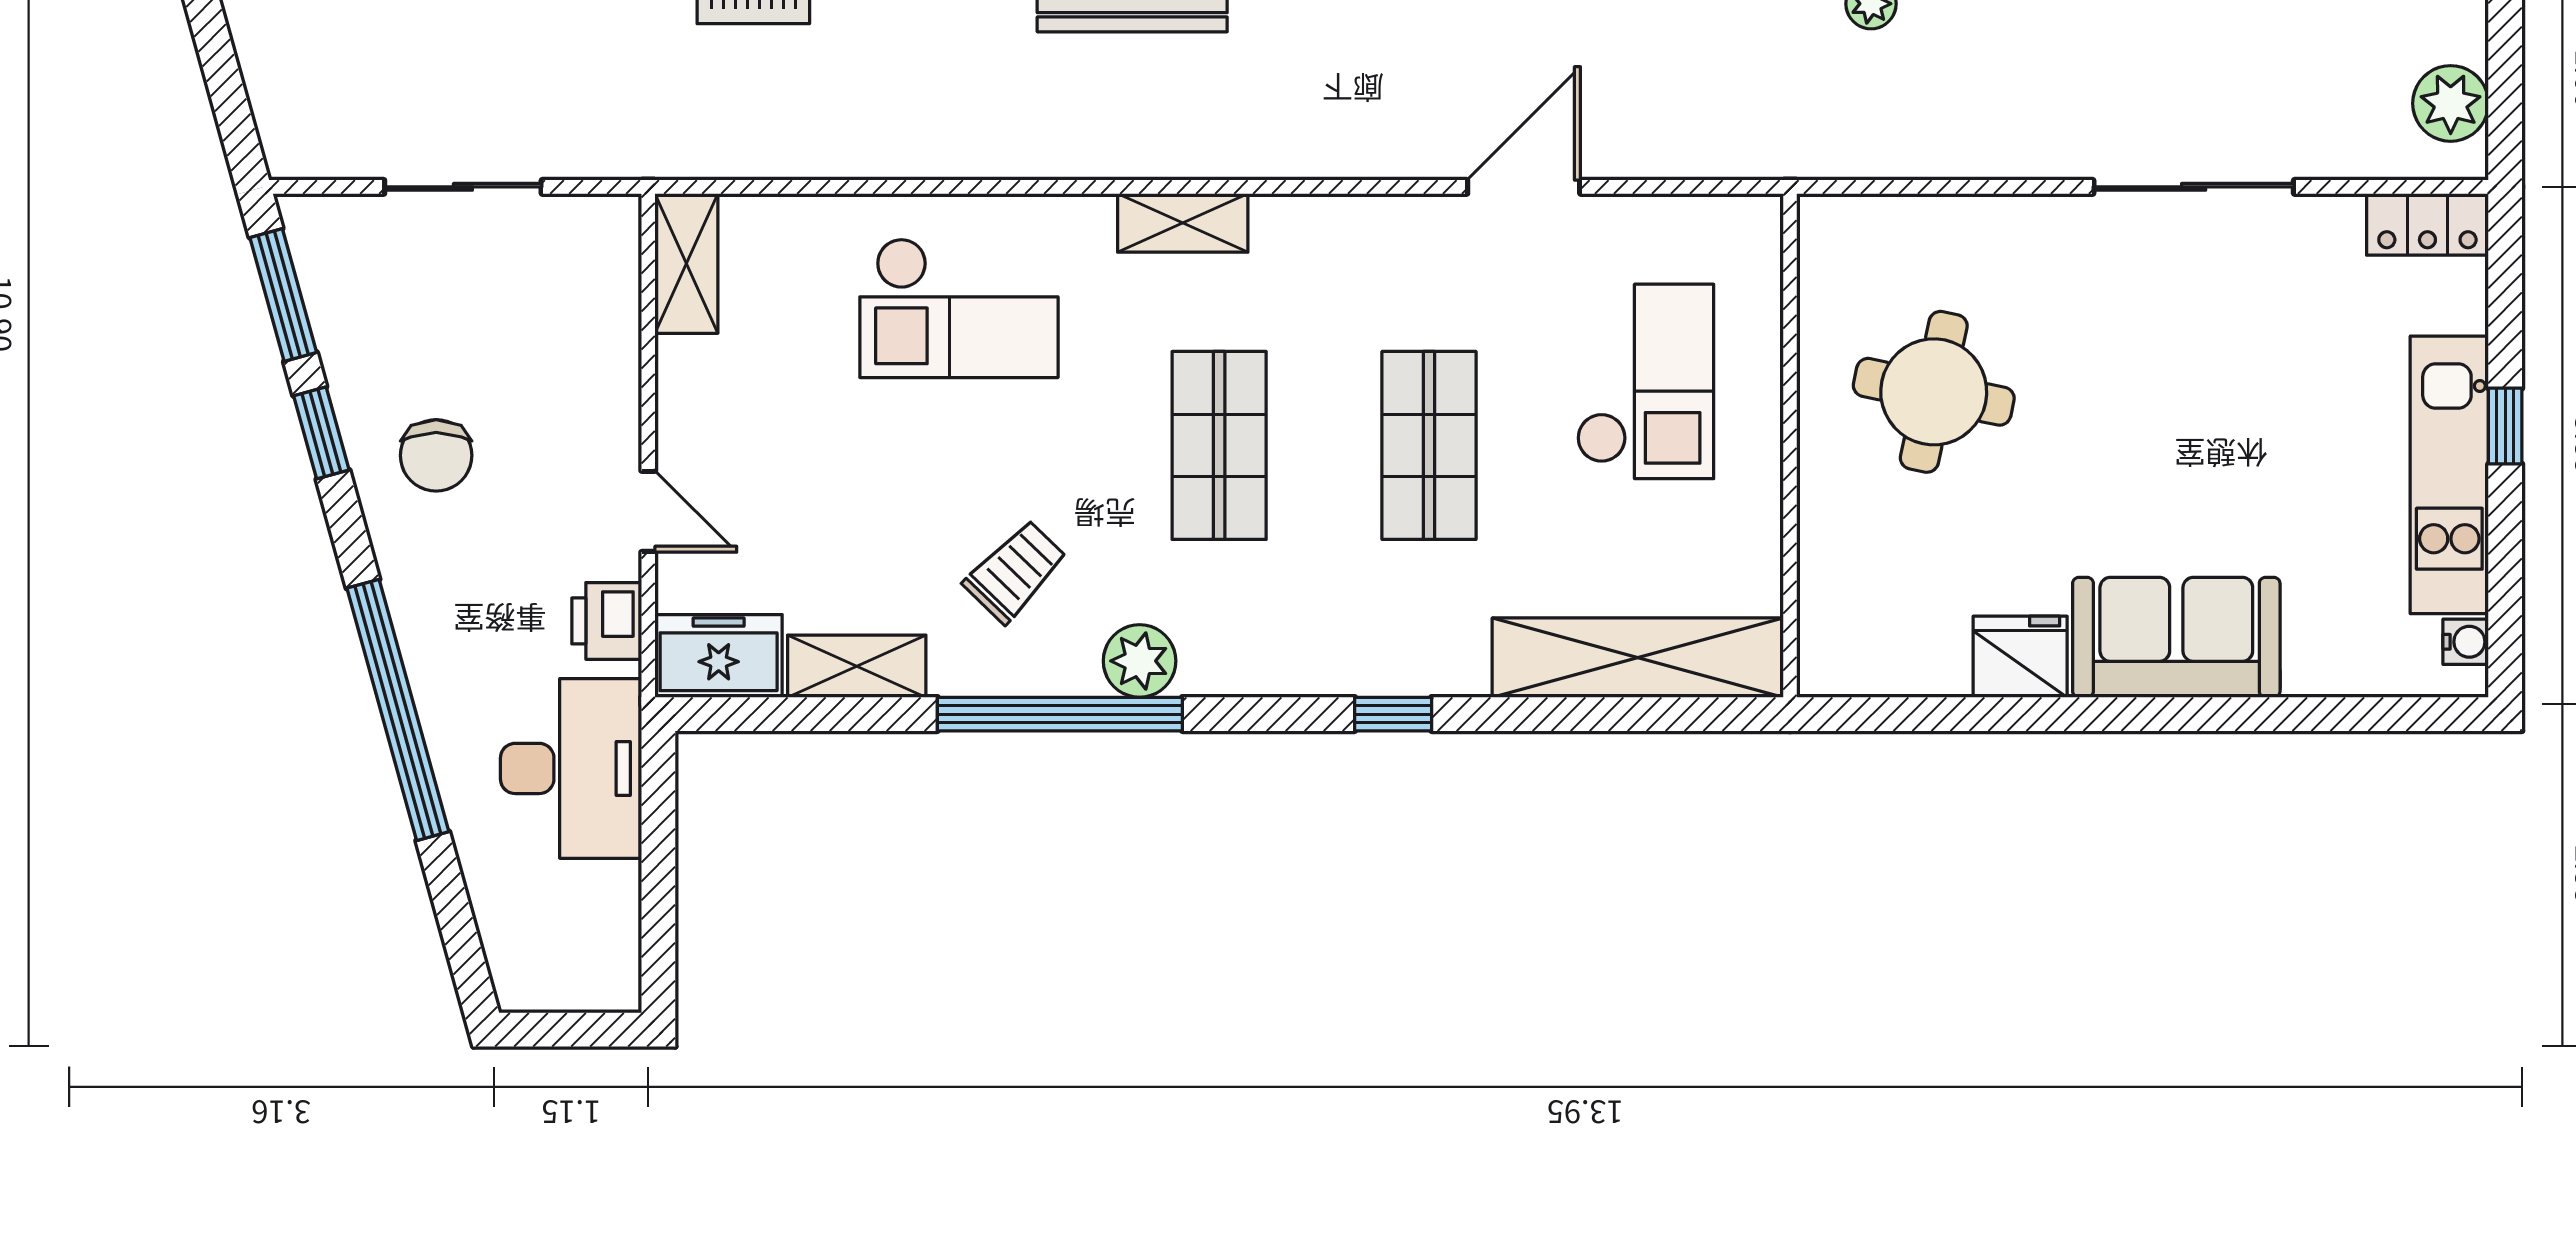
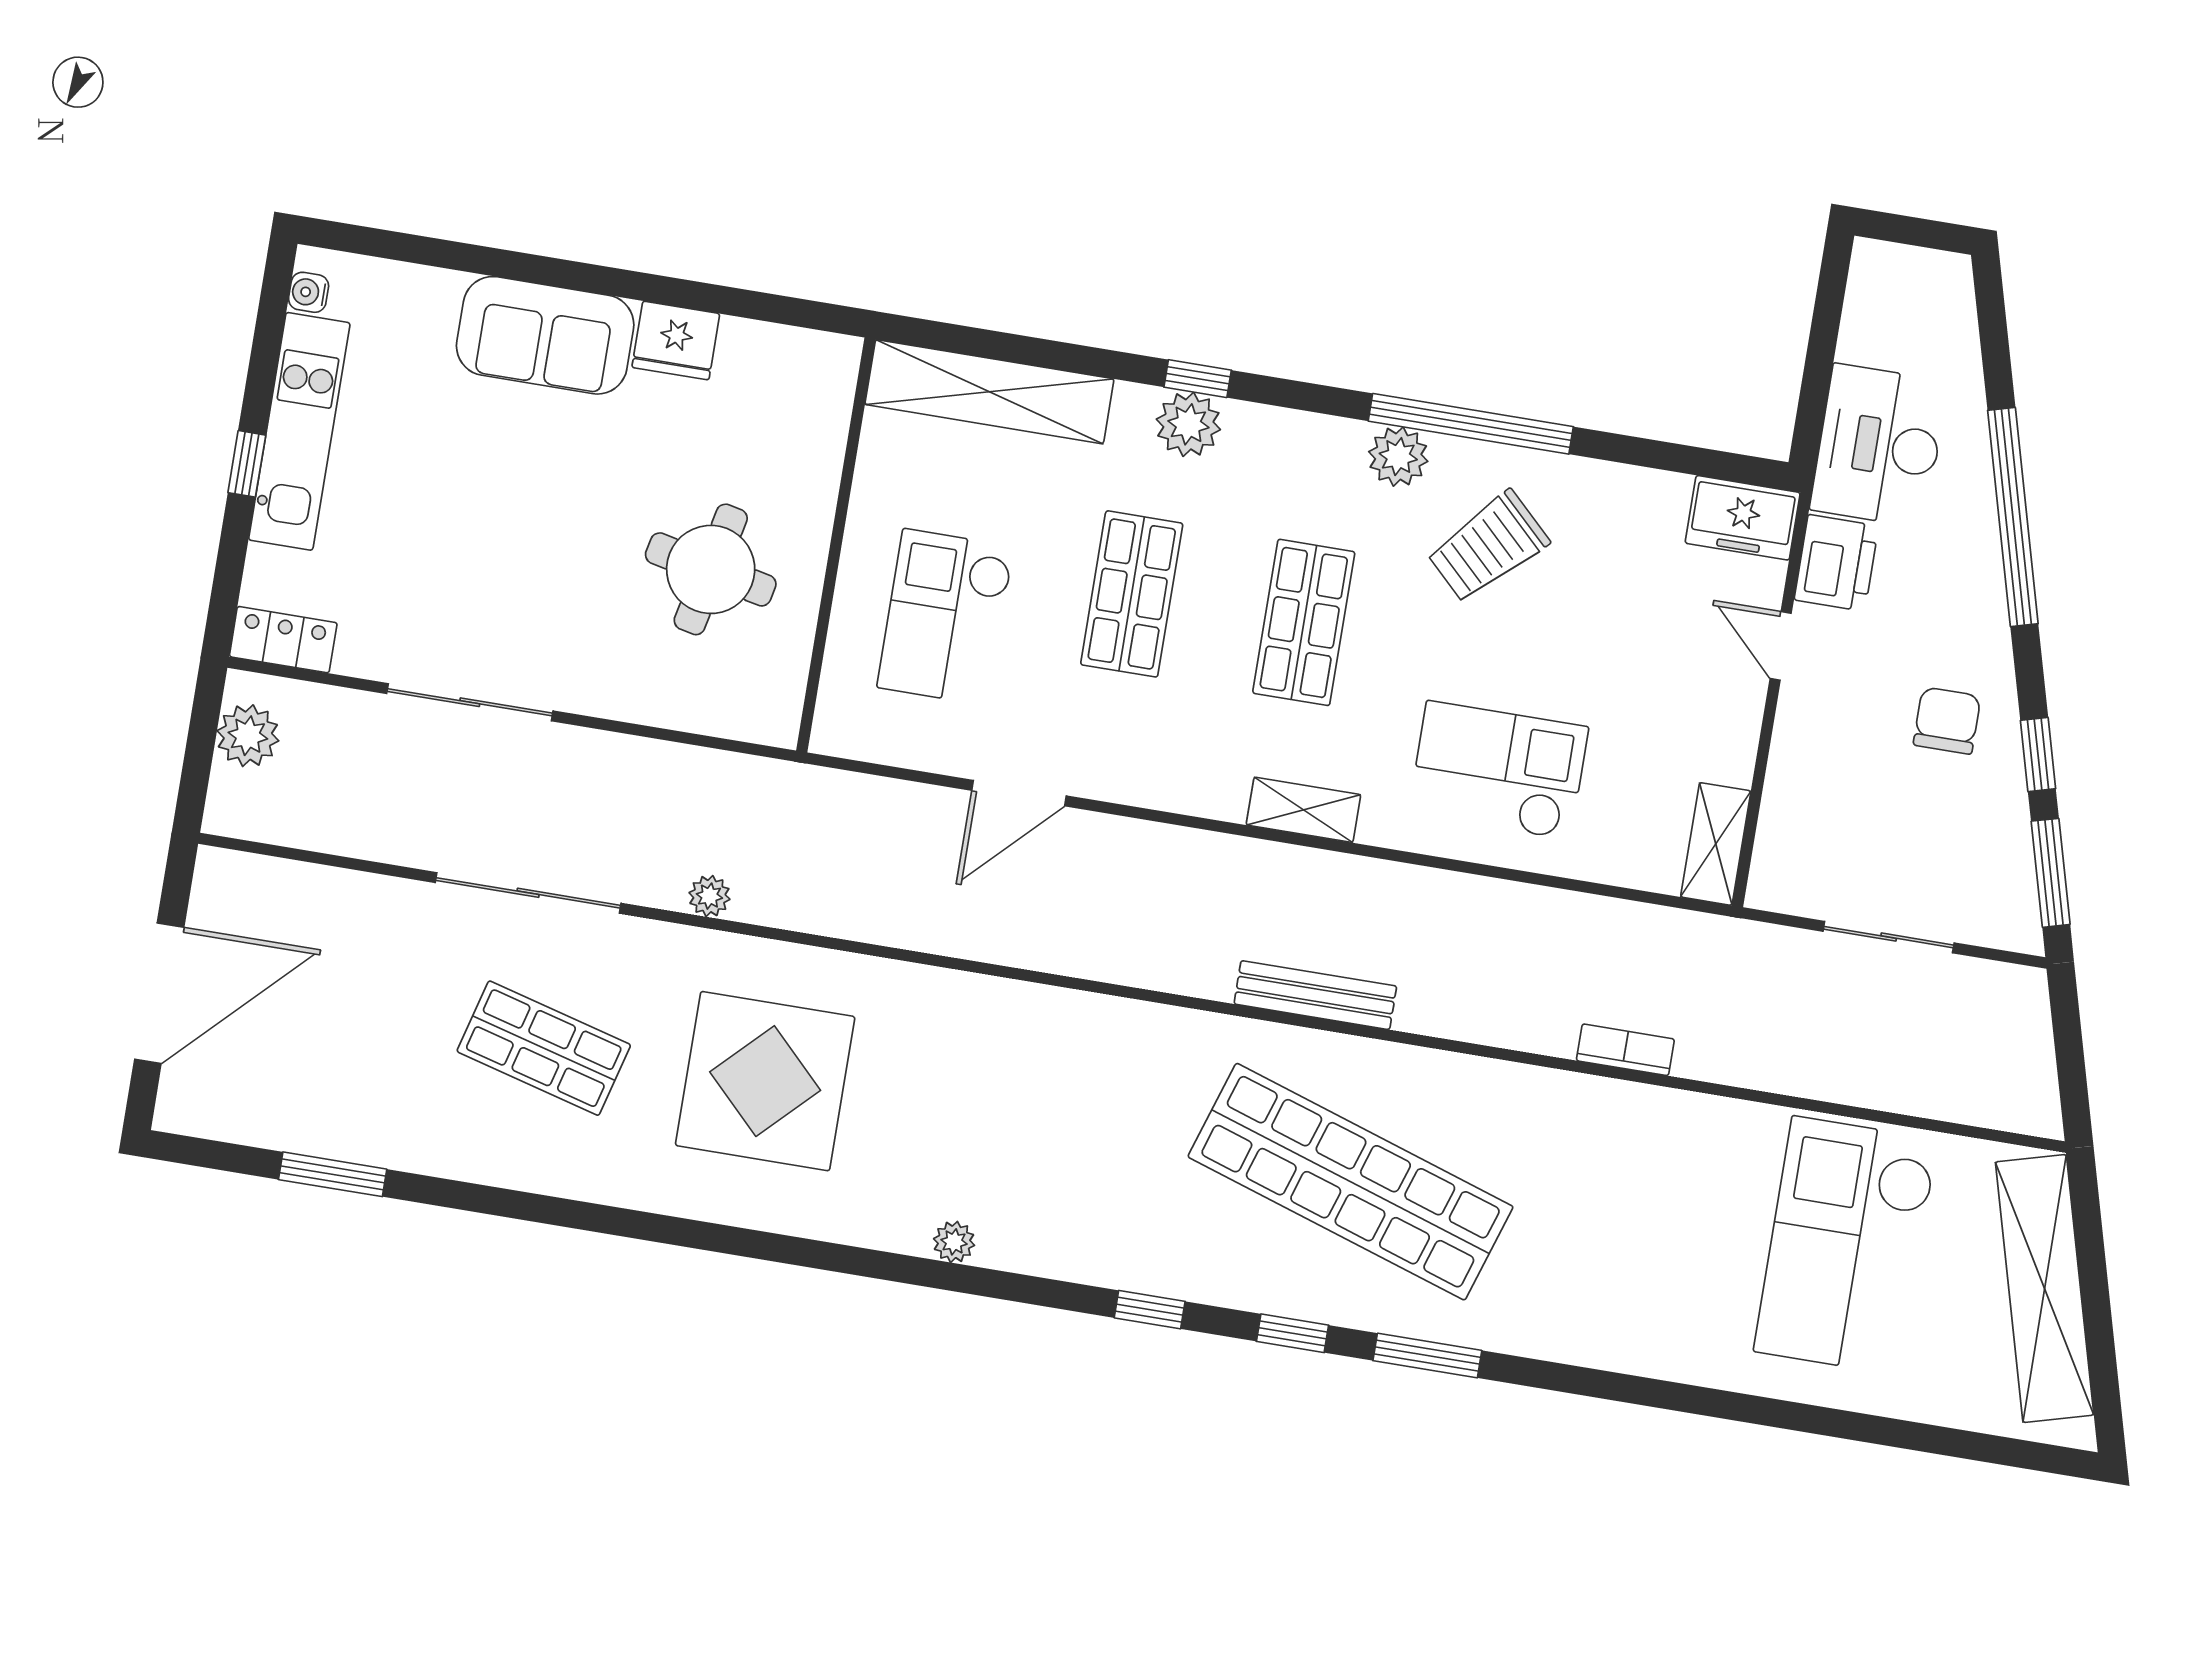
trolley: (1015, 571) -> (1488, 547), width x1.36, depth x1.39
printer: (607, 621) -> (1836, 563), width x1.36, depth x1.24
plant: (1395, 658) -> (1188, 424), added
shelving: (857, 666) -> (1631, 491), removed

